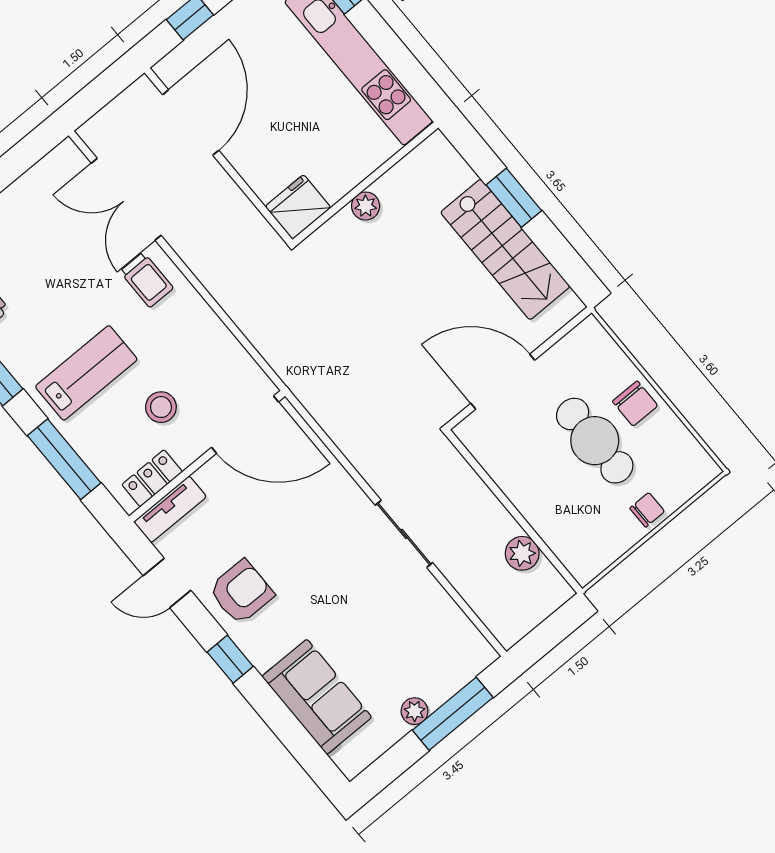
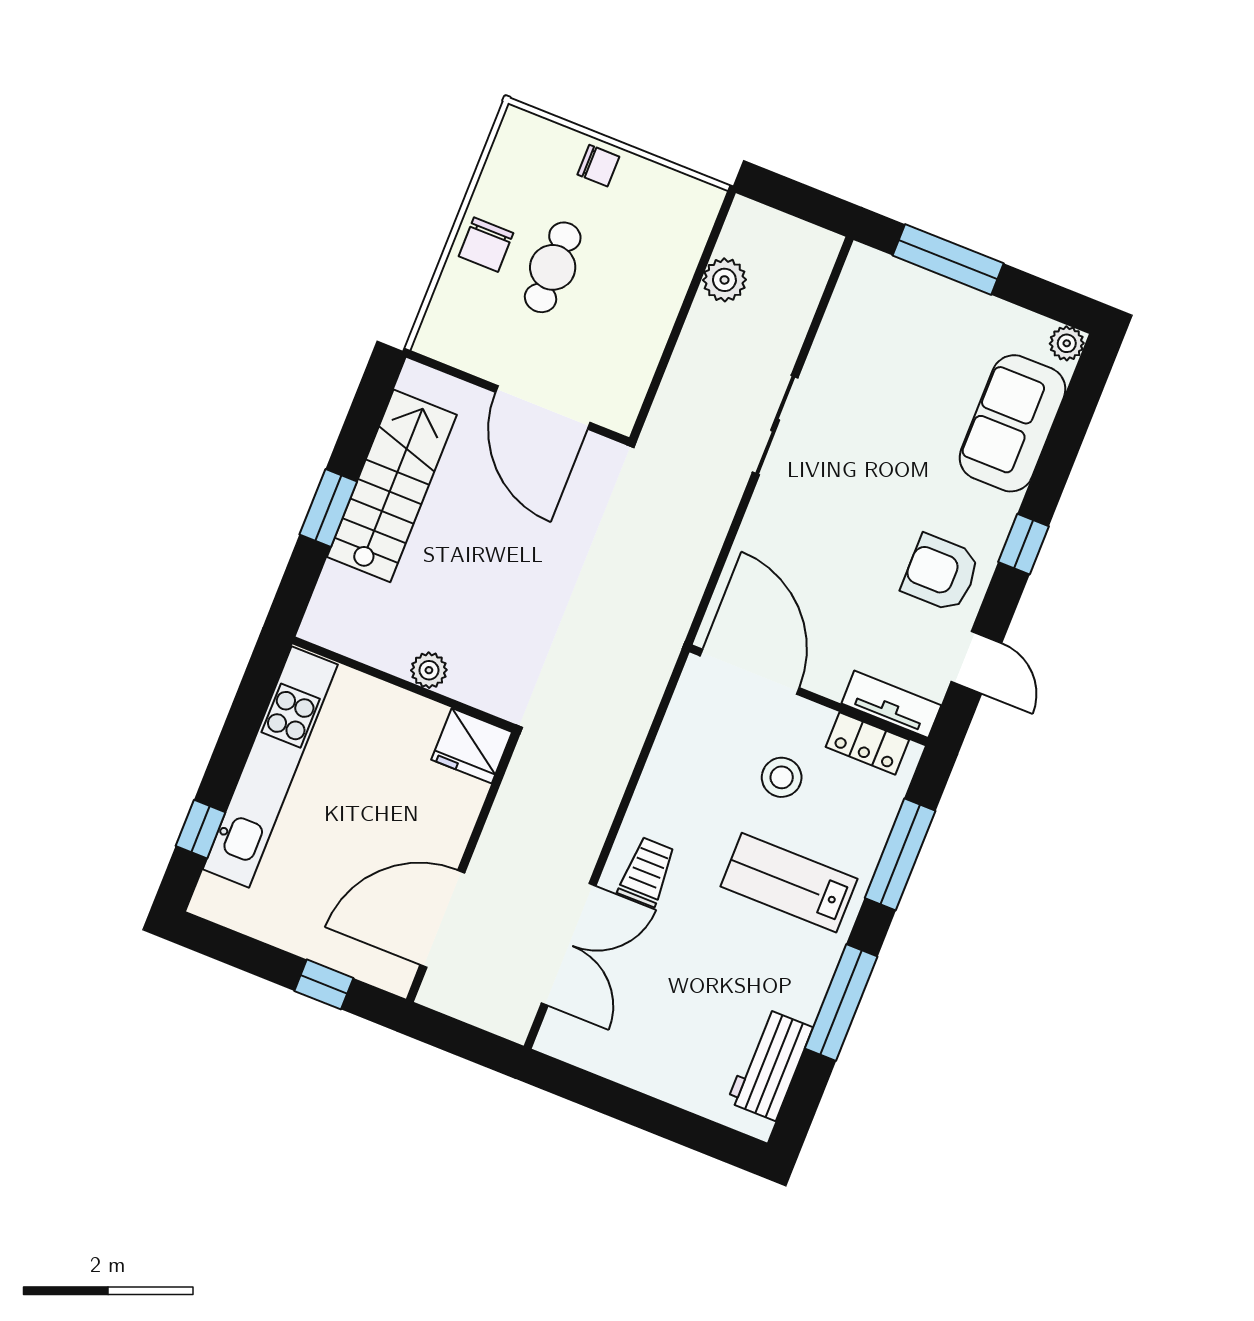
chair: (635, 404) -> (486, 245), turned 180
cafe table: (595, 441) -> (553, 267), width x0.73, depth x0.74
chair: (647, 510) -> (598, 166), turned 180
plant: (414, 711) -> (1067, 343), moved

